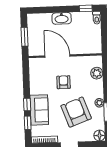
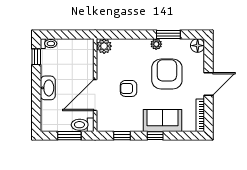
toilet: (34, 47) -> (83, 125), added
plant: (97, 73) -> (104, 46), moved
armchair: (76, 112) -> (167, 74), turned 110
window: (28, 123) -> (122, 136), moved

